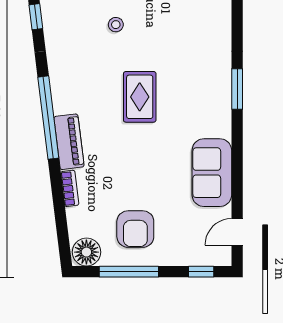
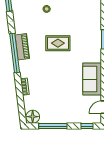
rug: (140, 97) -> (58, 43), turned 90
piano: (69, 142) -> (22, 47), moved
armchair: (135, 229) -> (56, 106), removed

